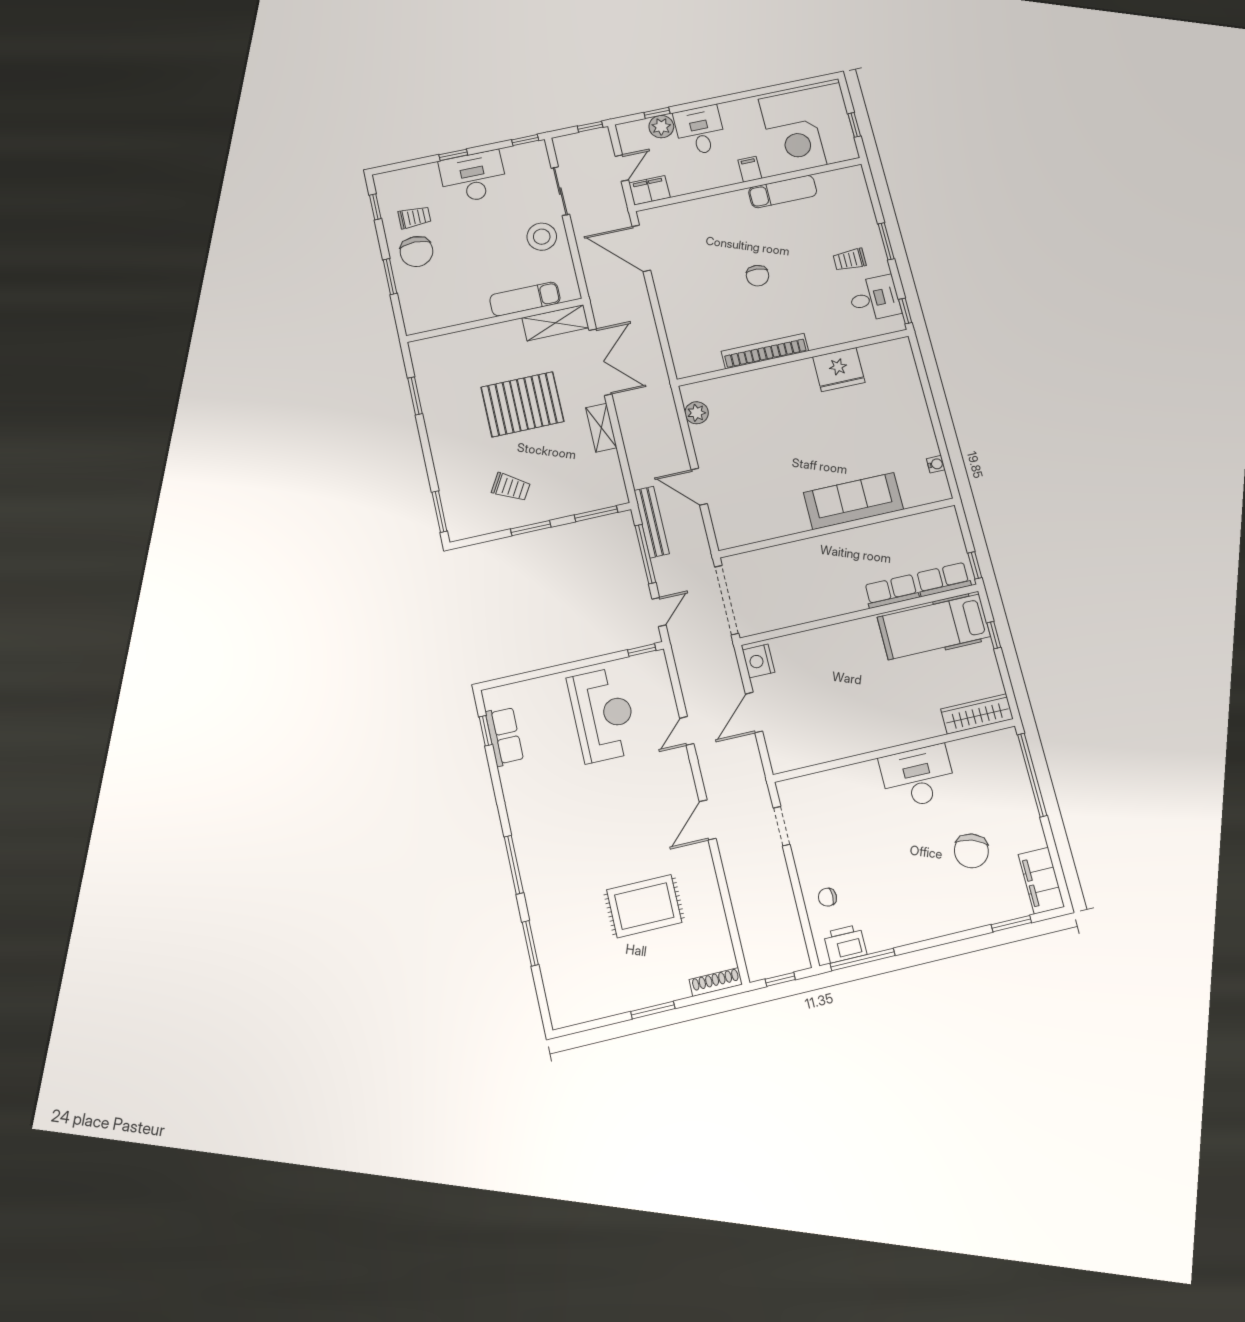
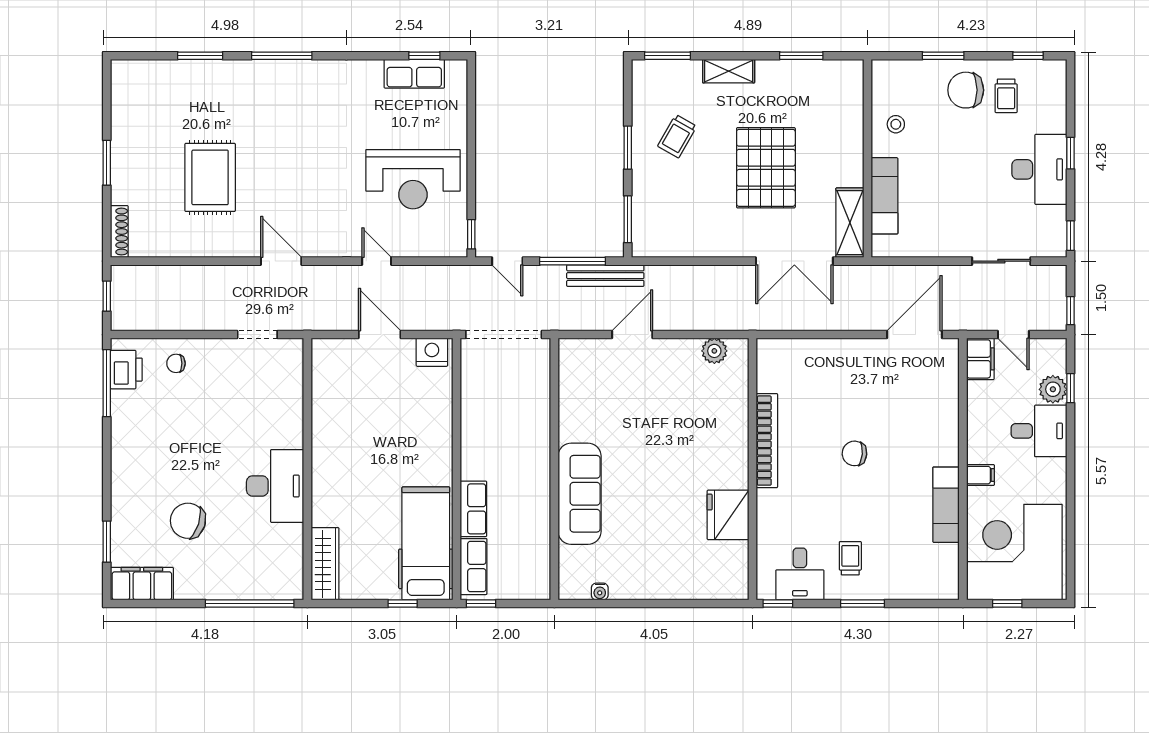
stool: (542, 237) -> (896, 124), moved, width x0.53, depth x0.53
shelving: (601, 428) -> (729, 71), moved
chair: (827, 897) -> (176, 363), turned -90

